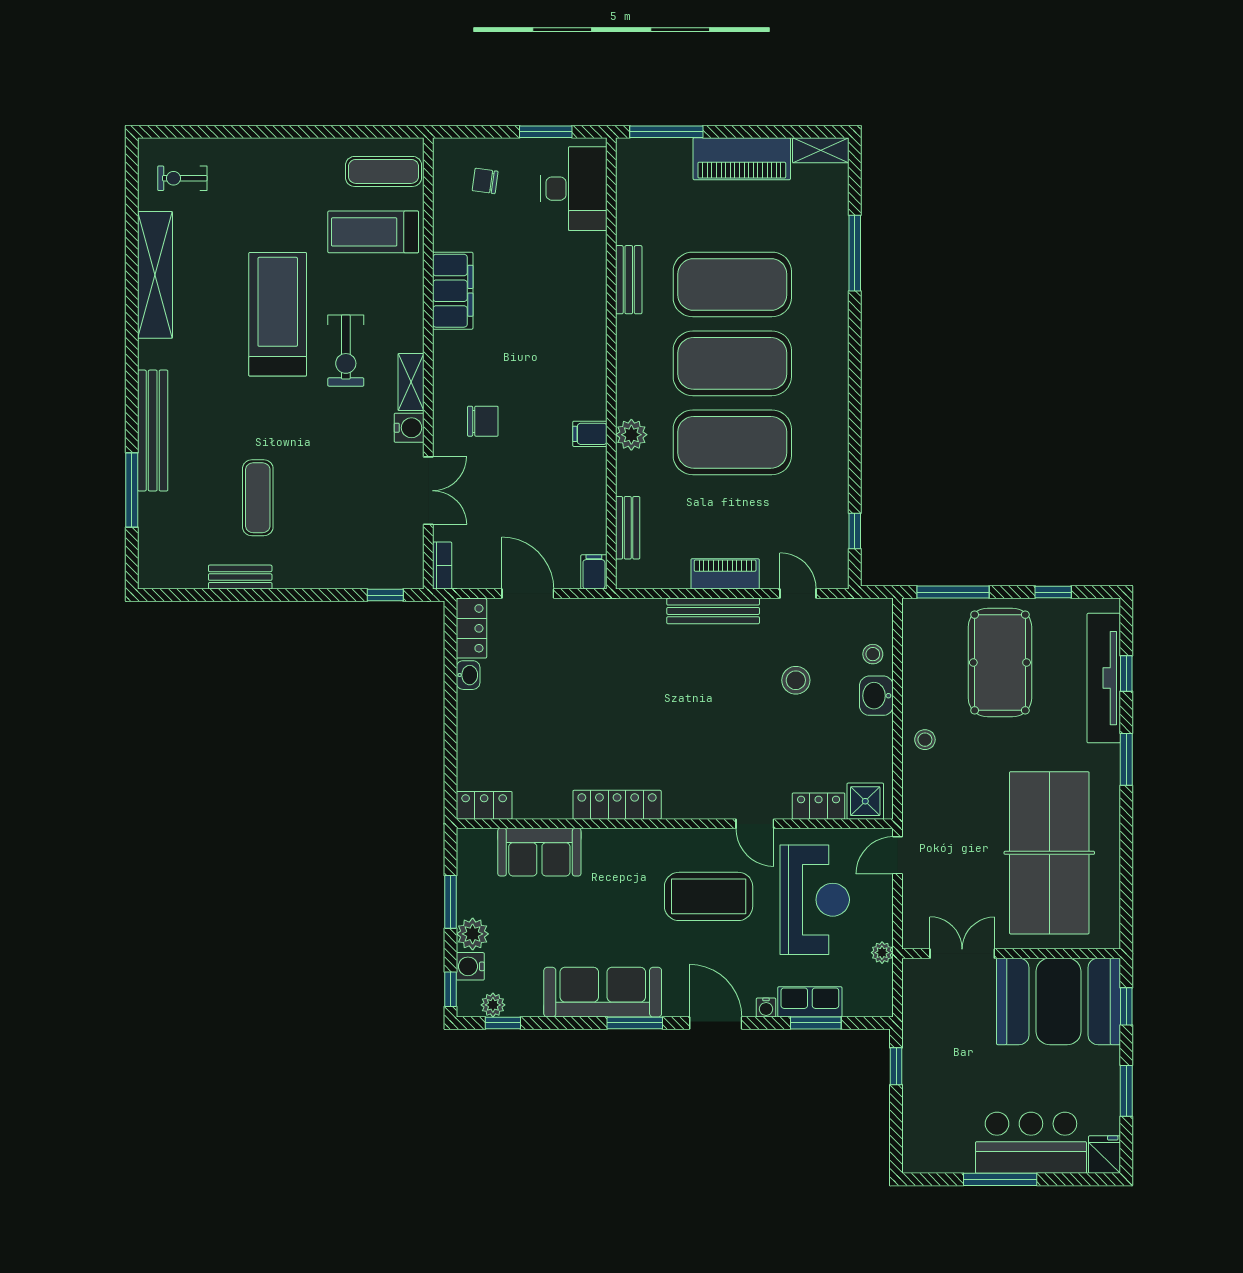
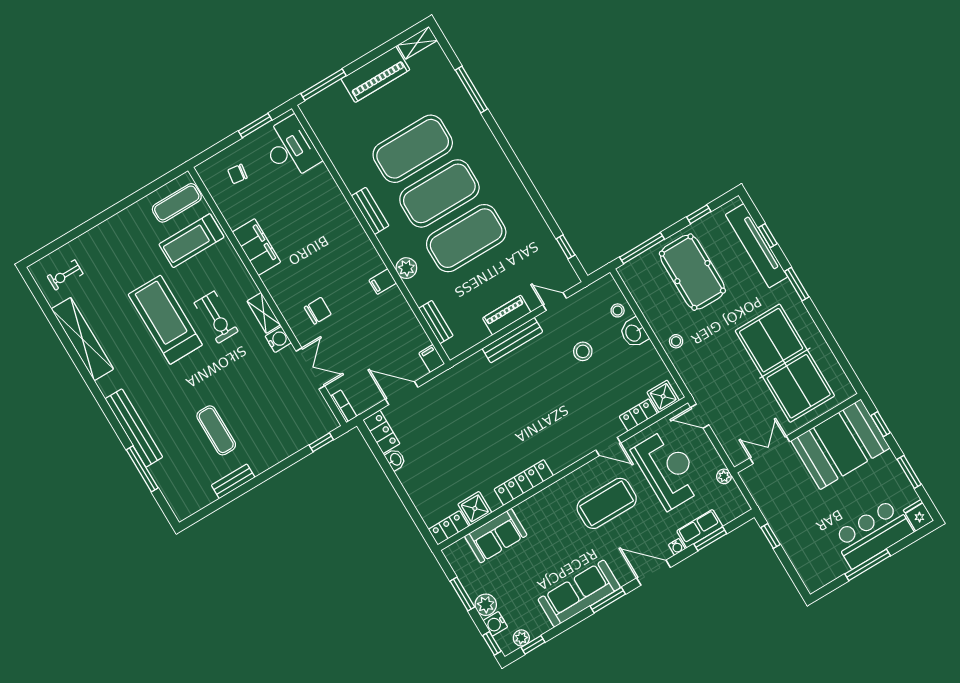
bench: (629, 280) -> (370, 211), moved
shower: (533, 800) -> (475, 508), added
door: (898, 855) -> (700, 416), hinge flipped

